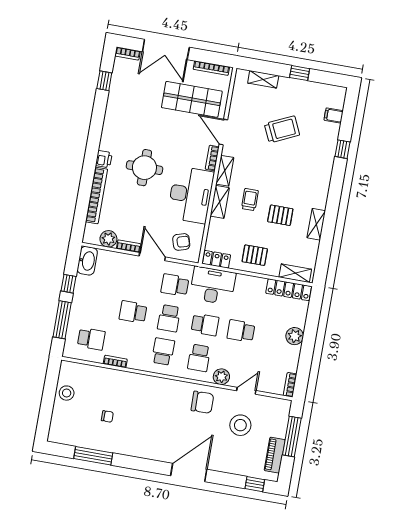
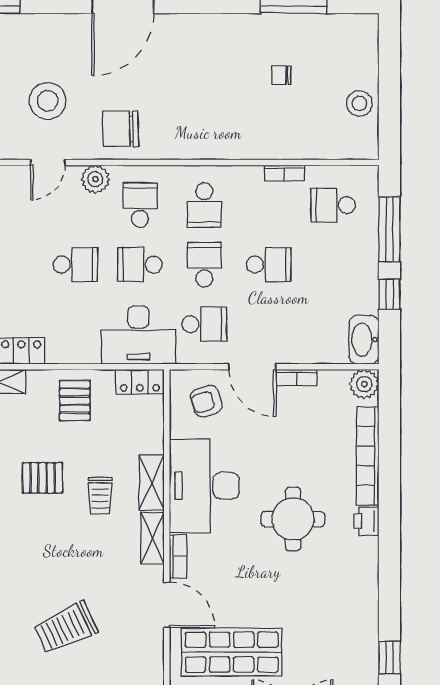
plant: (108, 239) -> (364, 384), moved
pallet: (255, 255) -> (75, 401), turned 90

